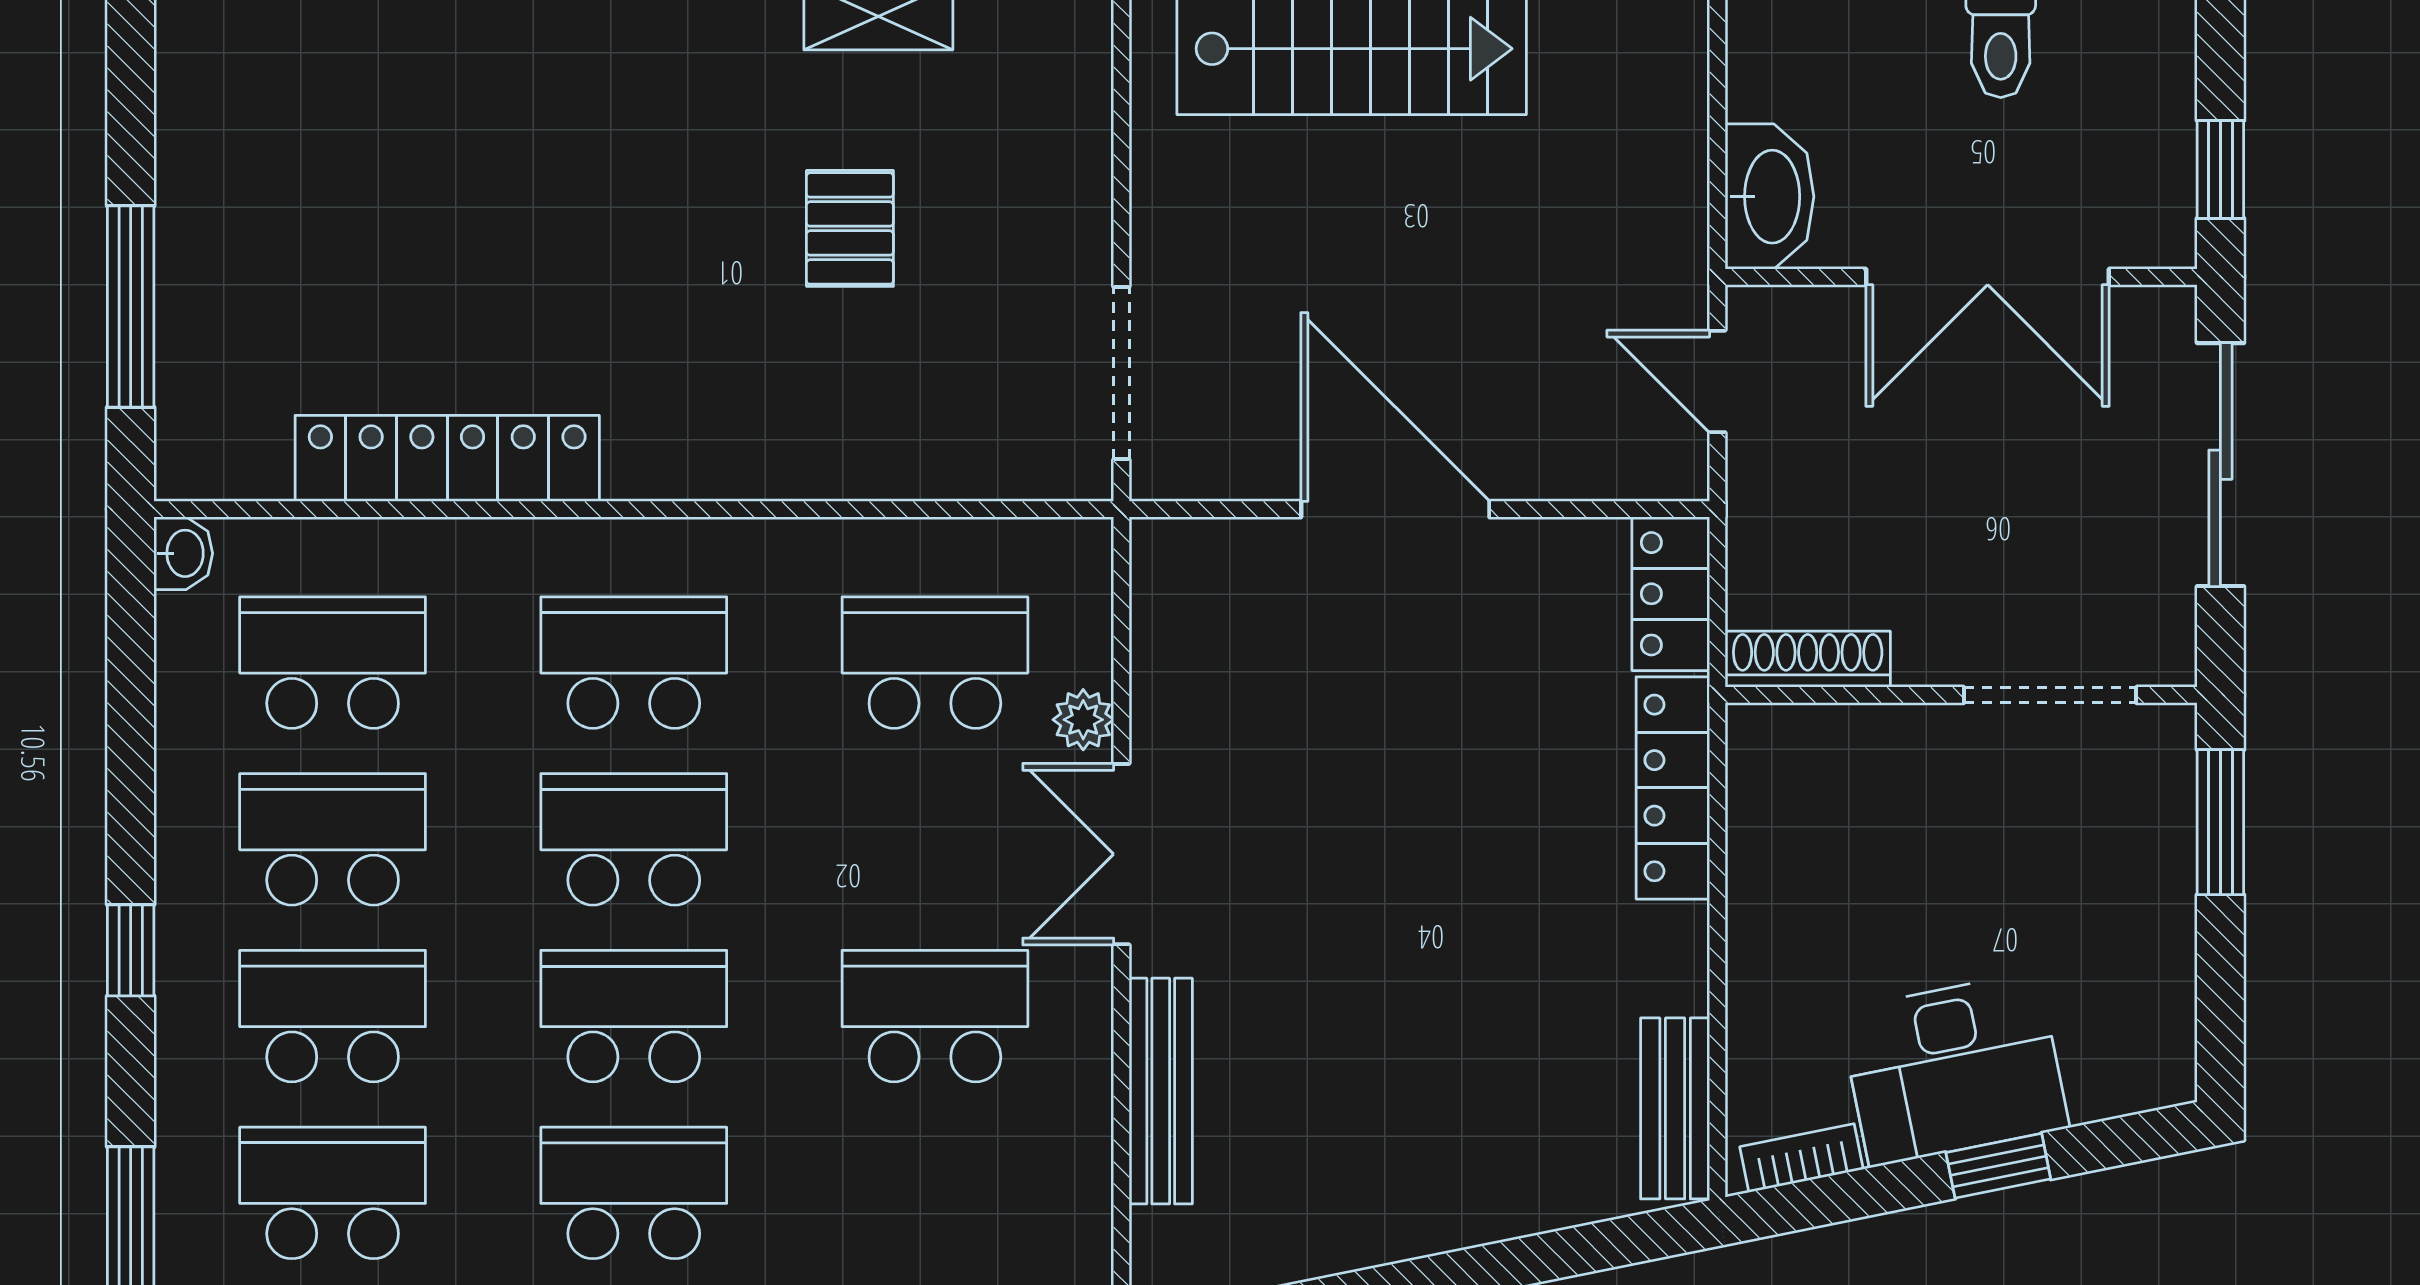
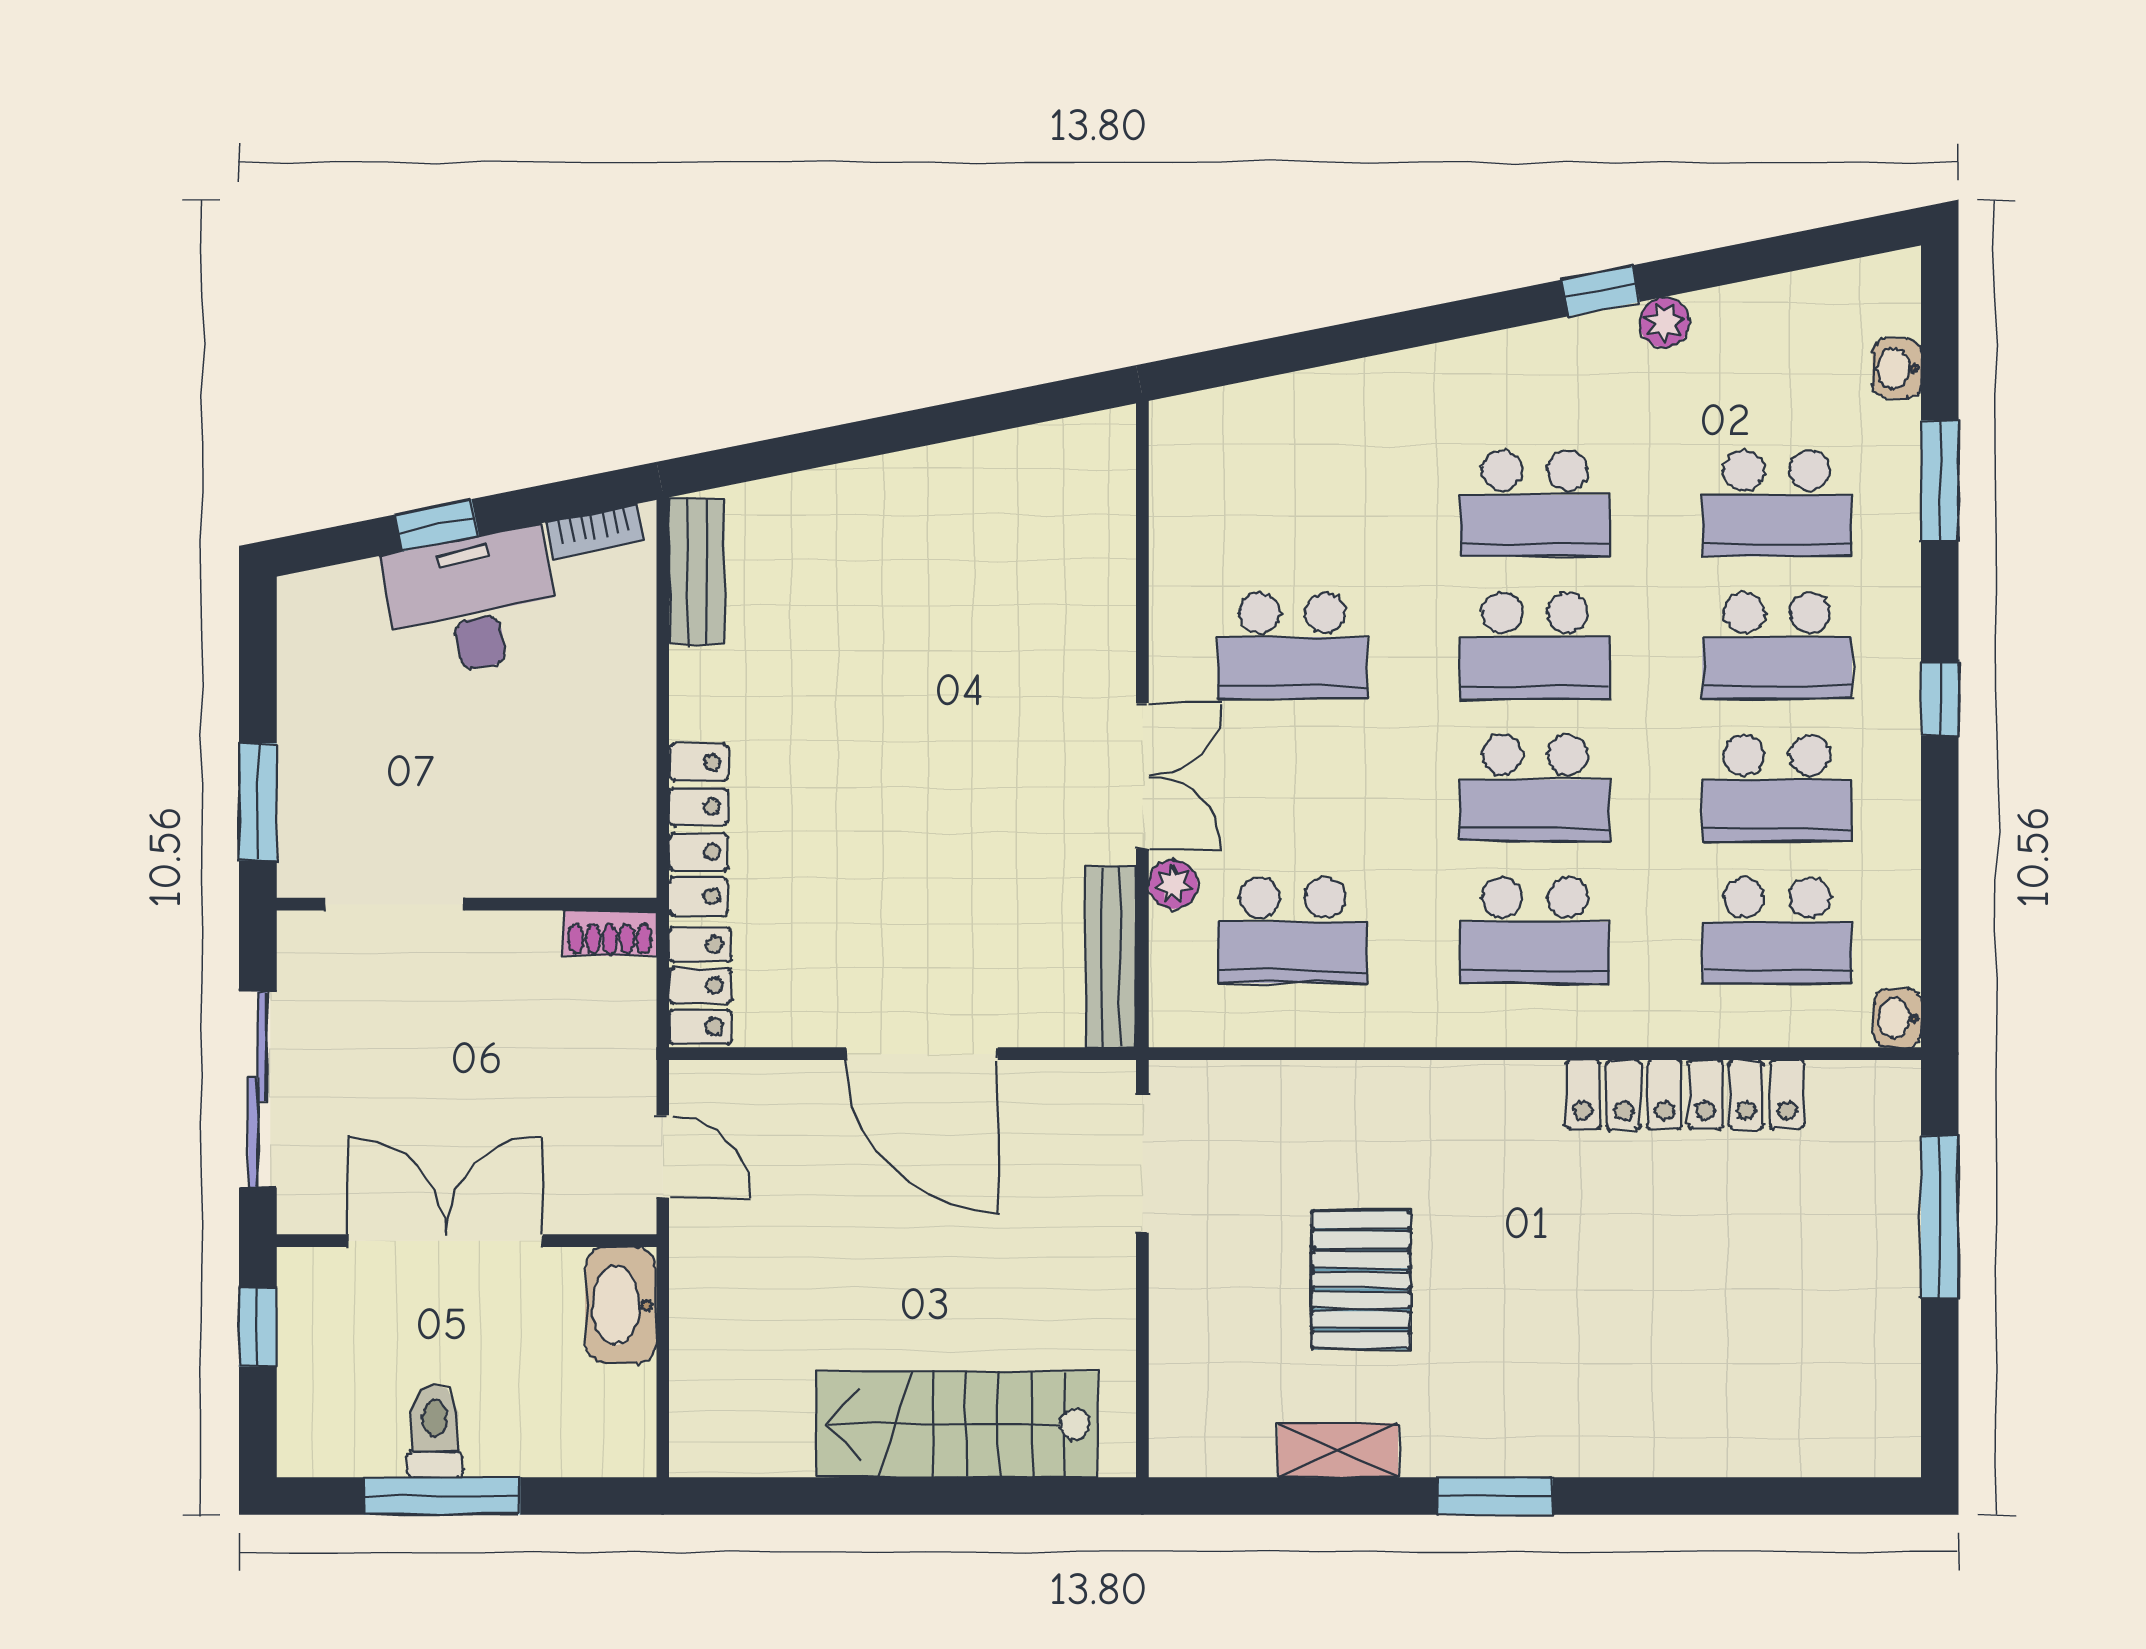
pallet: (850, 228) -> (1361, 1280), width x1.50, depth x1.42
shoe rack: (1808, 659) -> (610, 933), width x0.70
bench: (1161, 1091) -> (1111, 957), moved

